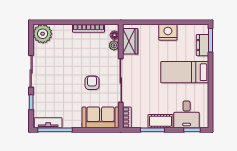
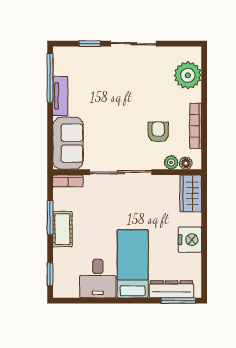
plant: (43, 34) -> (188, 75), moved
wardrobe: (130, 41) -> (191, 193), moved, turned 90
dresser: (202, 45) -> (172, 289), width x1.44
armchair: (92, 83) -> (158, 132), moved, turned -90
desk: (187, 114) -> (98, 278), moved, turned -90
tv unit: (48, 123) -> (60, 96), moved

